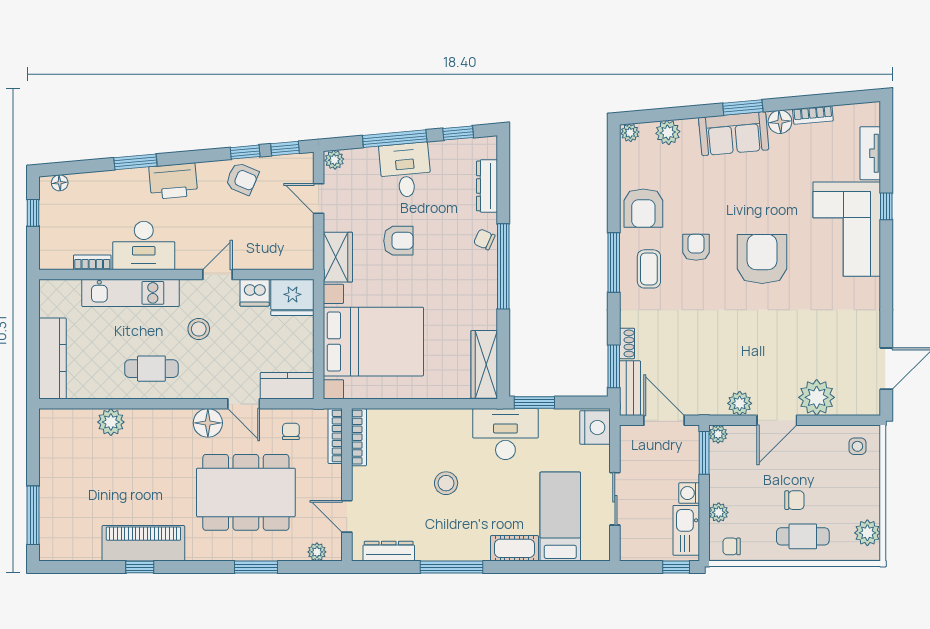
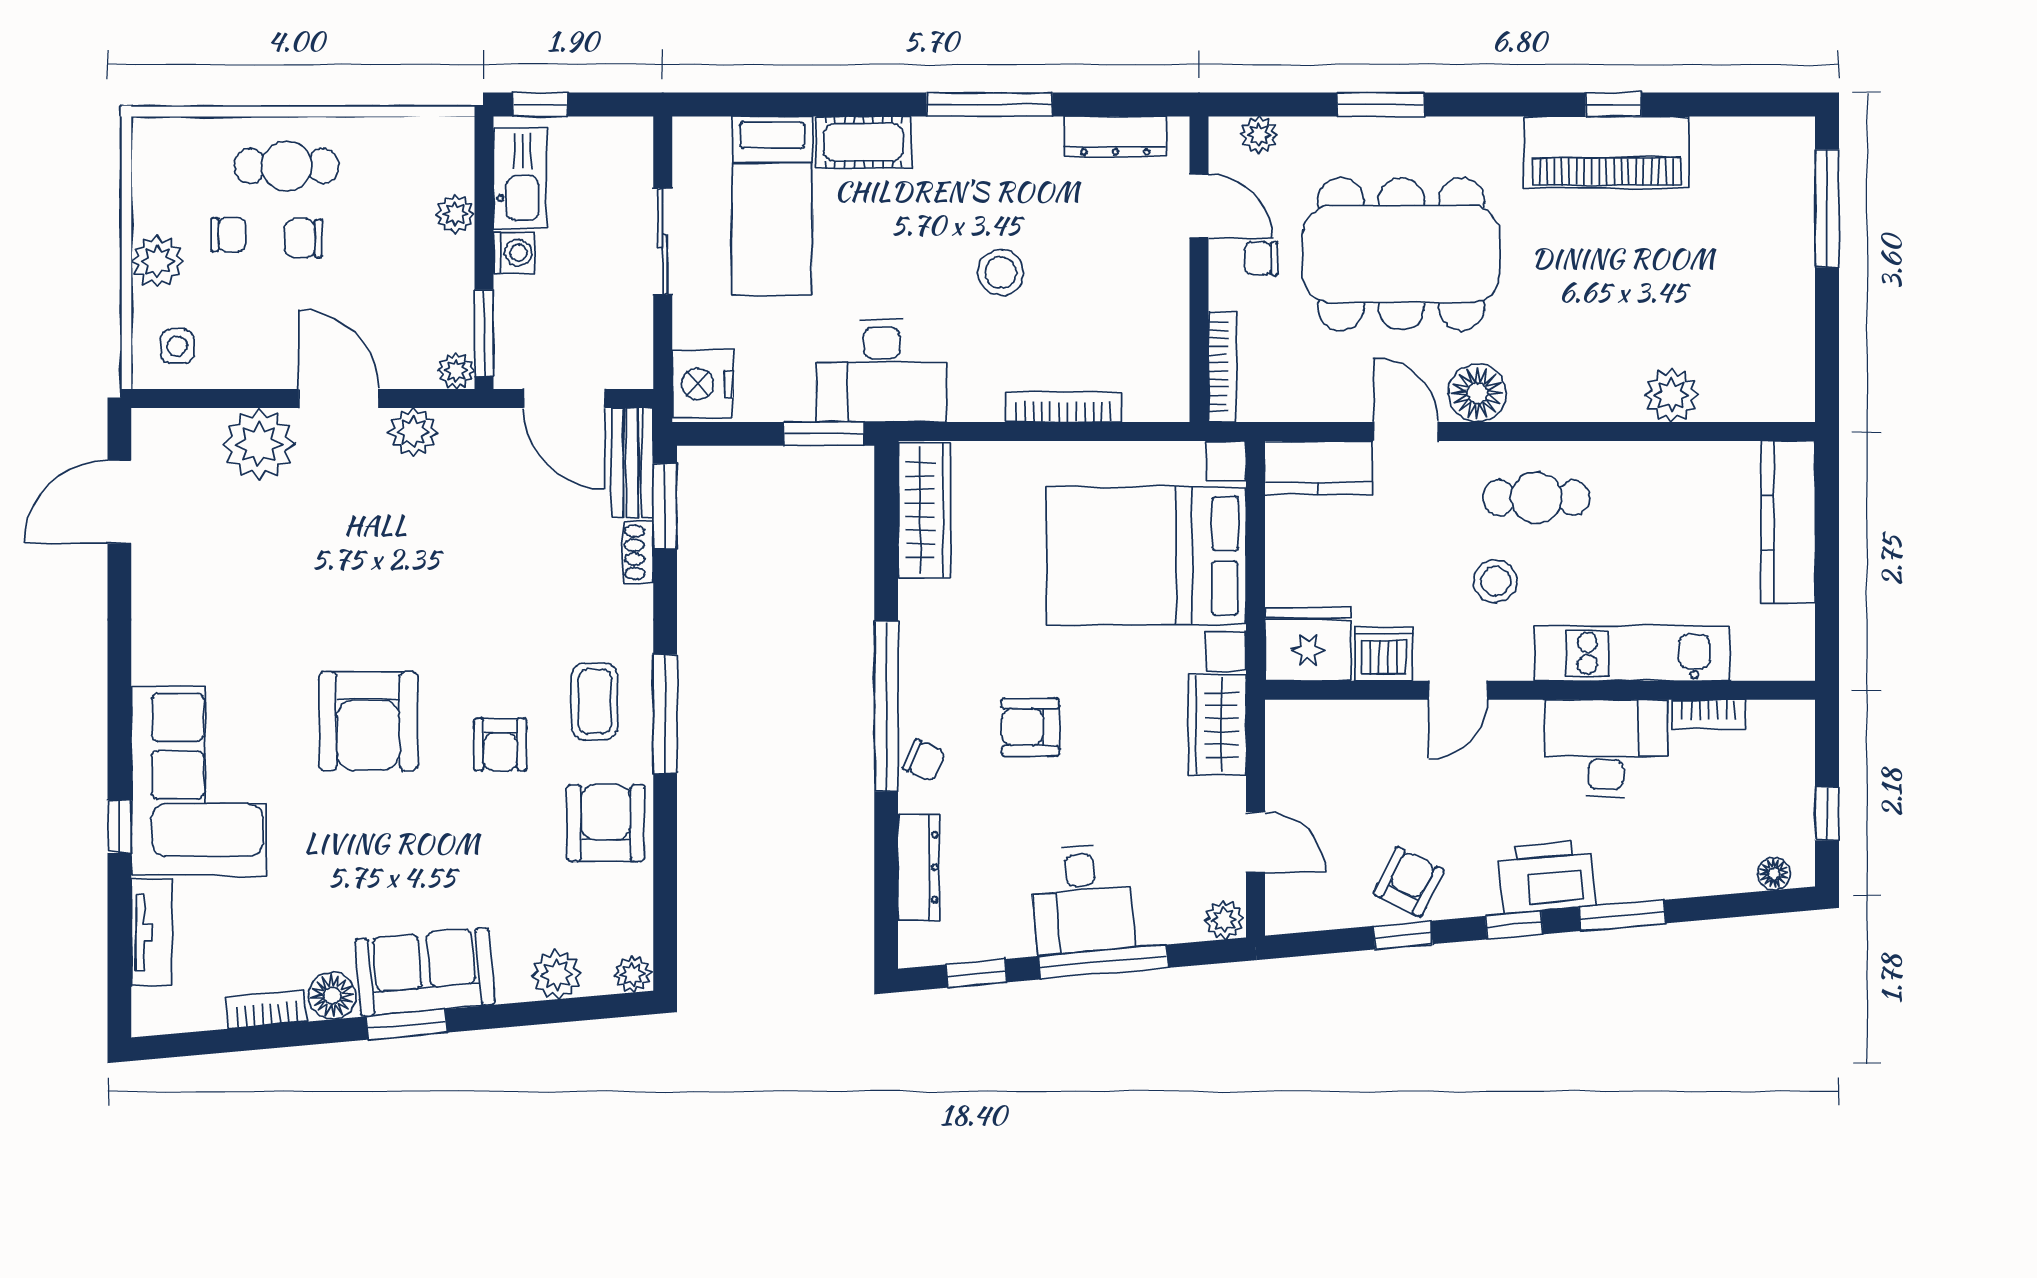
window: (285, 149) -> (1514, 925), moved
armchair: (242, 179) -> (1409, 882), turned 94
armchair: (398, 241) -> (1030, 727), moved
cafe table: (151, 369) -> (1536, 498), moved
door: (777, 420) -> (339, 399), hinge flipped
chair: (291, 431) -> (1261, 258), moved, turned 90
bookcase: (359, 437) -> (1063, 407), moved, turned 90
plant: (867, 533) -> (157, 261), moved
chair: (732, 546) -> (228, 235), moved

